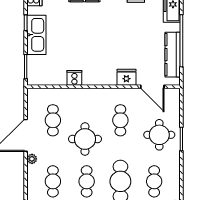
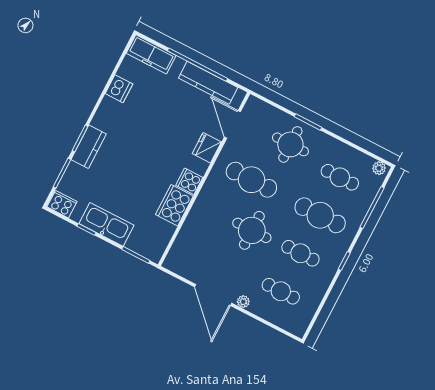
cooker: (97, 77) -> (189, 181), added
cooker: (74, 78) -> (174, 205), width x1.87, depth x1.31
door: (152, 87) -> (232, 124), swing flipped
cafe table: (53, 120) -> (212, 256), removed
cafe table: (120, 120) -> (251, 180), width x1.37, depth x1.35

